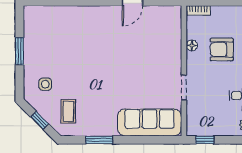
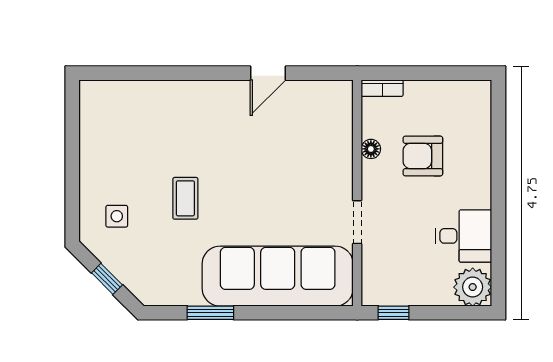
window: (20, 51) -> (72, 159), removed
coffee table: (68, 111) -> (185, 198), moved
sofa: (150, 122) -> (278, 276), width x1.36, depth x1.27

